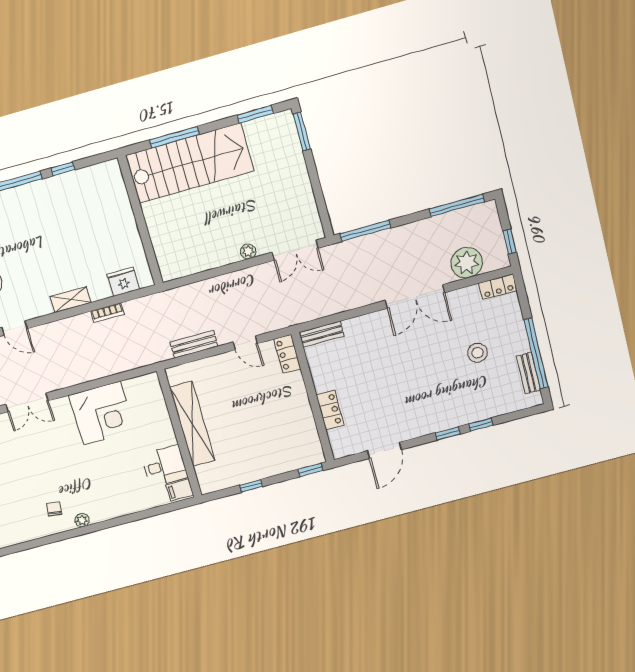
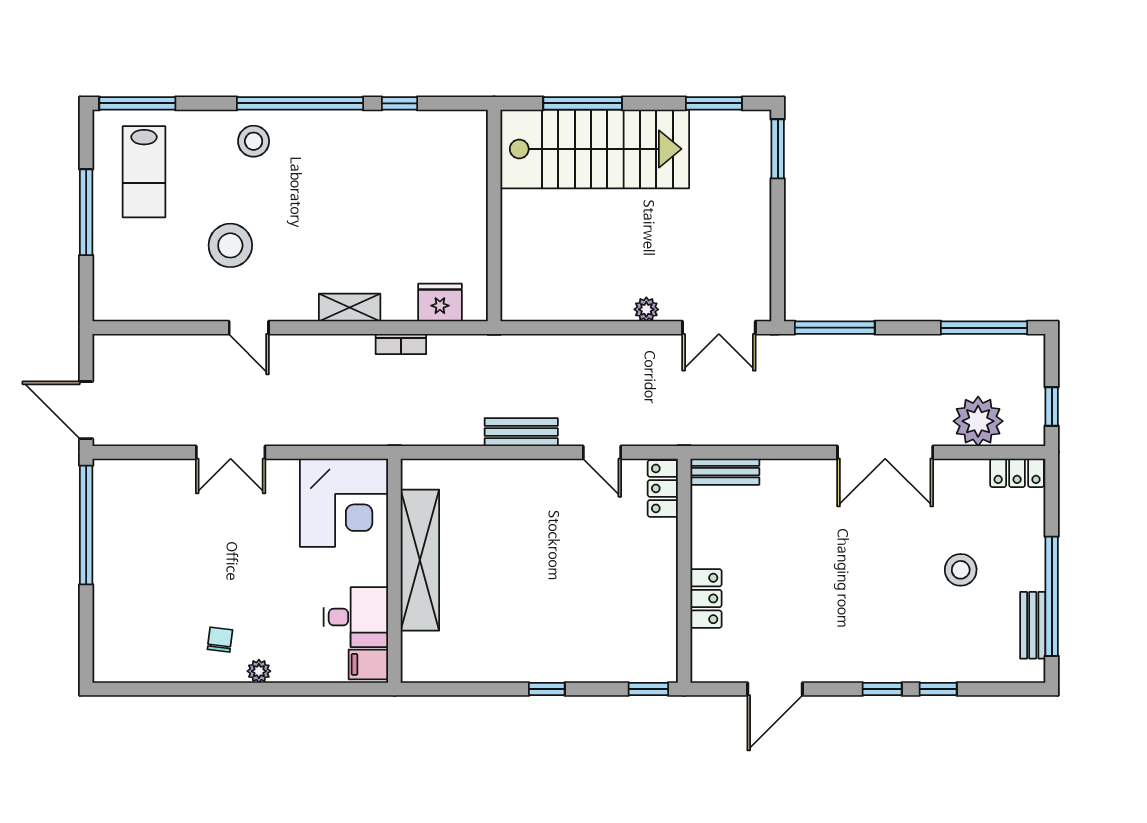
shelving: (192, 424) -> (420, 560), moved
wall: (179, 434) -> (394, 571), moved
desk: (165, 466) -> (356, 617), moved
filing cabinet: (180, 490) -> (368, 664), moved

